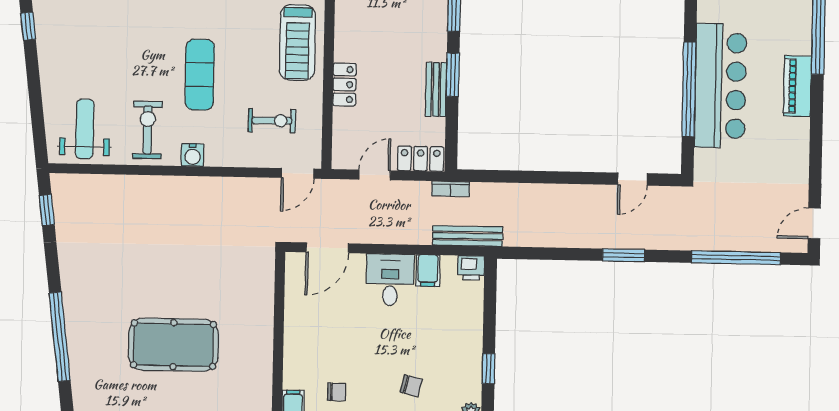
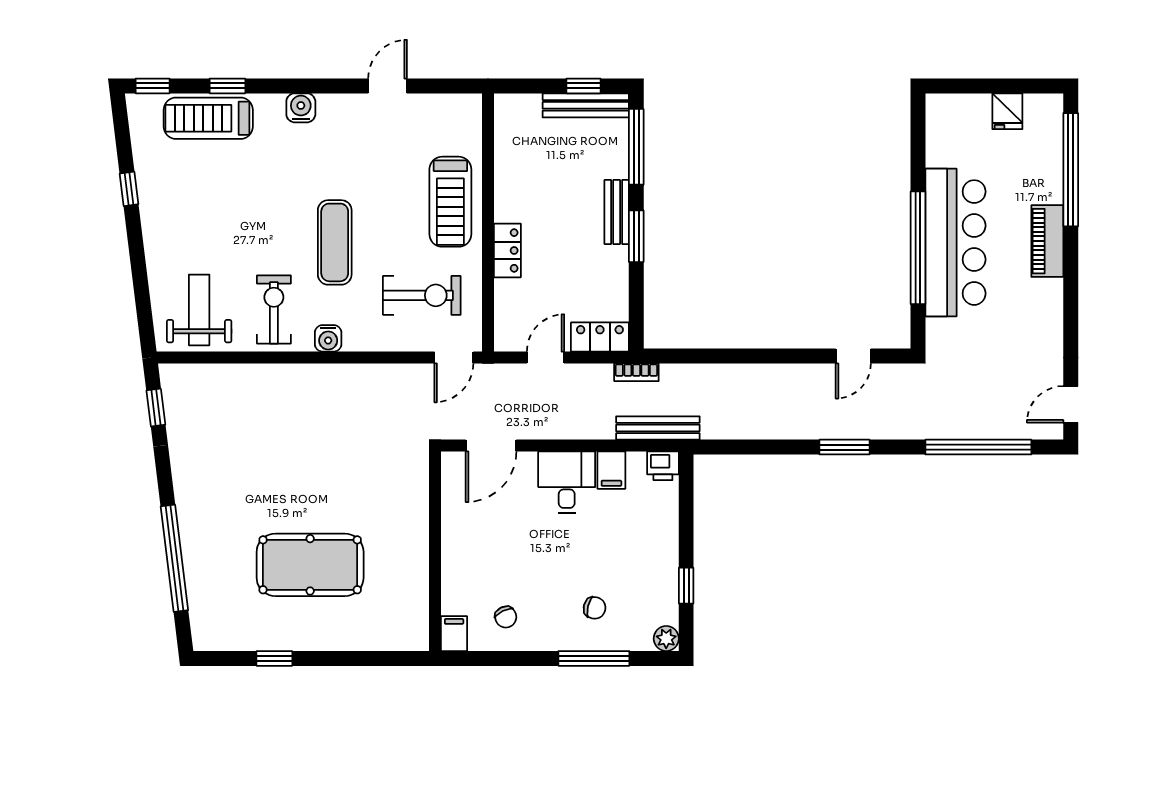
bench: (436, 89) -> (617, 212), moved
exercise bike: (272, 121) -> (422, 295), width x1.38, depth x1.39
chair: (337, 392) -> (506, 617), turned 64

